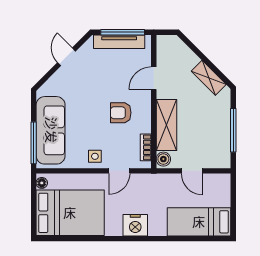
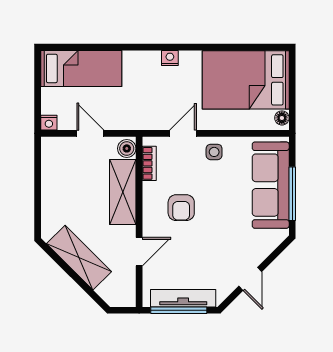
shelving: (209, 78) -> (79, 258), width x1.50, depth x1.33
armchair: (121, 113) -> (181, 208), turned 90
window: (233, 130) -> (38, 185), removed
window: (34, 143) -> (292, 194), moved
nightstand: (224, 179) -> (49, 123), added
nightstand: (135, 225) -> (170, 58), width x0.53, depth x0.56

